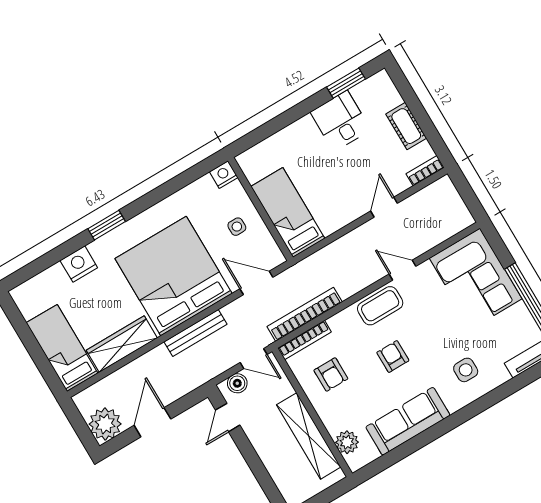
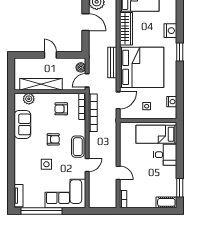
desk: (340, 121) -> (165, 155), moved
cot: (406, 126) -> (166, 202), moved
nightstand: (224, 175) -> (172, 102), moved
bed: (288, 212) -> (156, 134), moved, turned 180
side table: (466, 370) -> (46, 164), moved
door: (228, 418) -> (50, 55), moved
sofa: (408, 421) -> (22, 124), width x0.73

